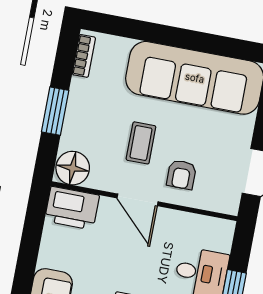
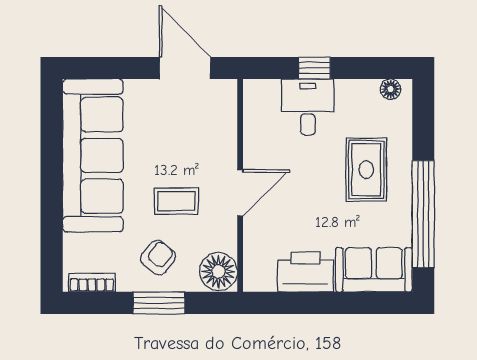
armchair: (181, 175) -> (158, 258), moved, turned -52
printer: (72, 208) -> (305, 272), moved, turned -90

